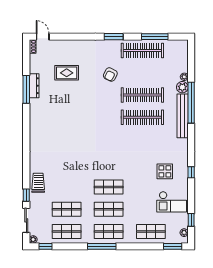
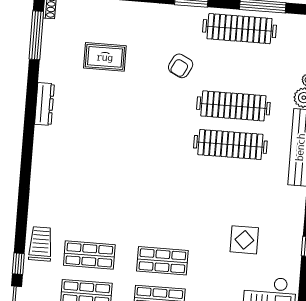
dresser: (34, 86) -> (44, 104), moved
window: (26, 89) -> (36, 35), moved
display table: (165, 171) -> (244, 240), moved
shop shelf: (67, 187) -> (89, 255), added

